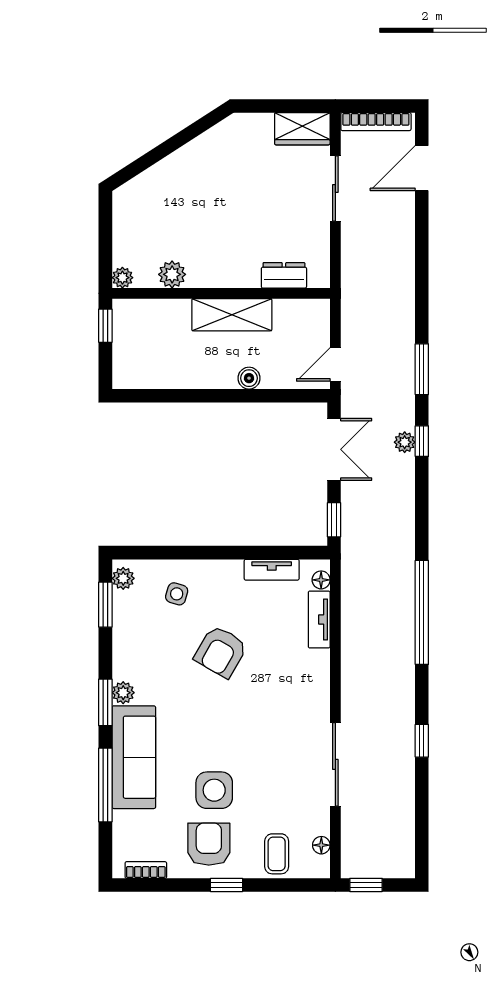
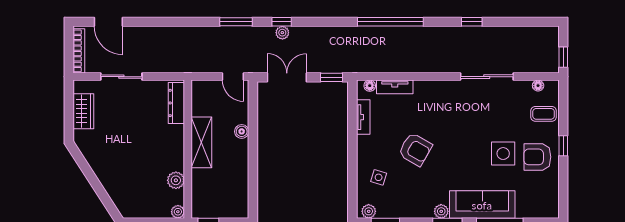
wardrobe: (302, 129) -> (83, 111), moved
dresser: (284, 275) -> (176, 103), width x1.44
bookcase: (146, 870) -> (554, 197), removed

